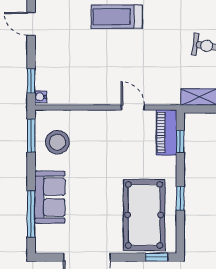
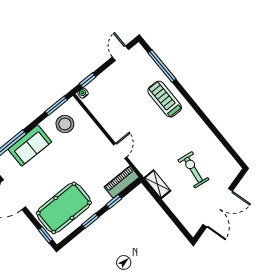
window: (180, 141) -> (114, 202), moved

